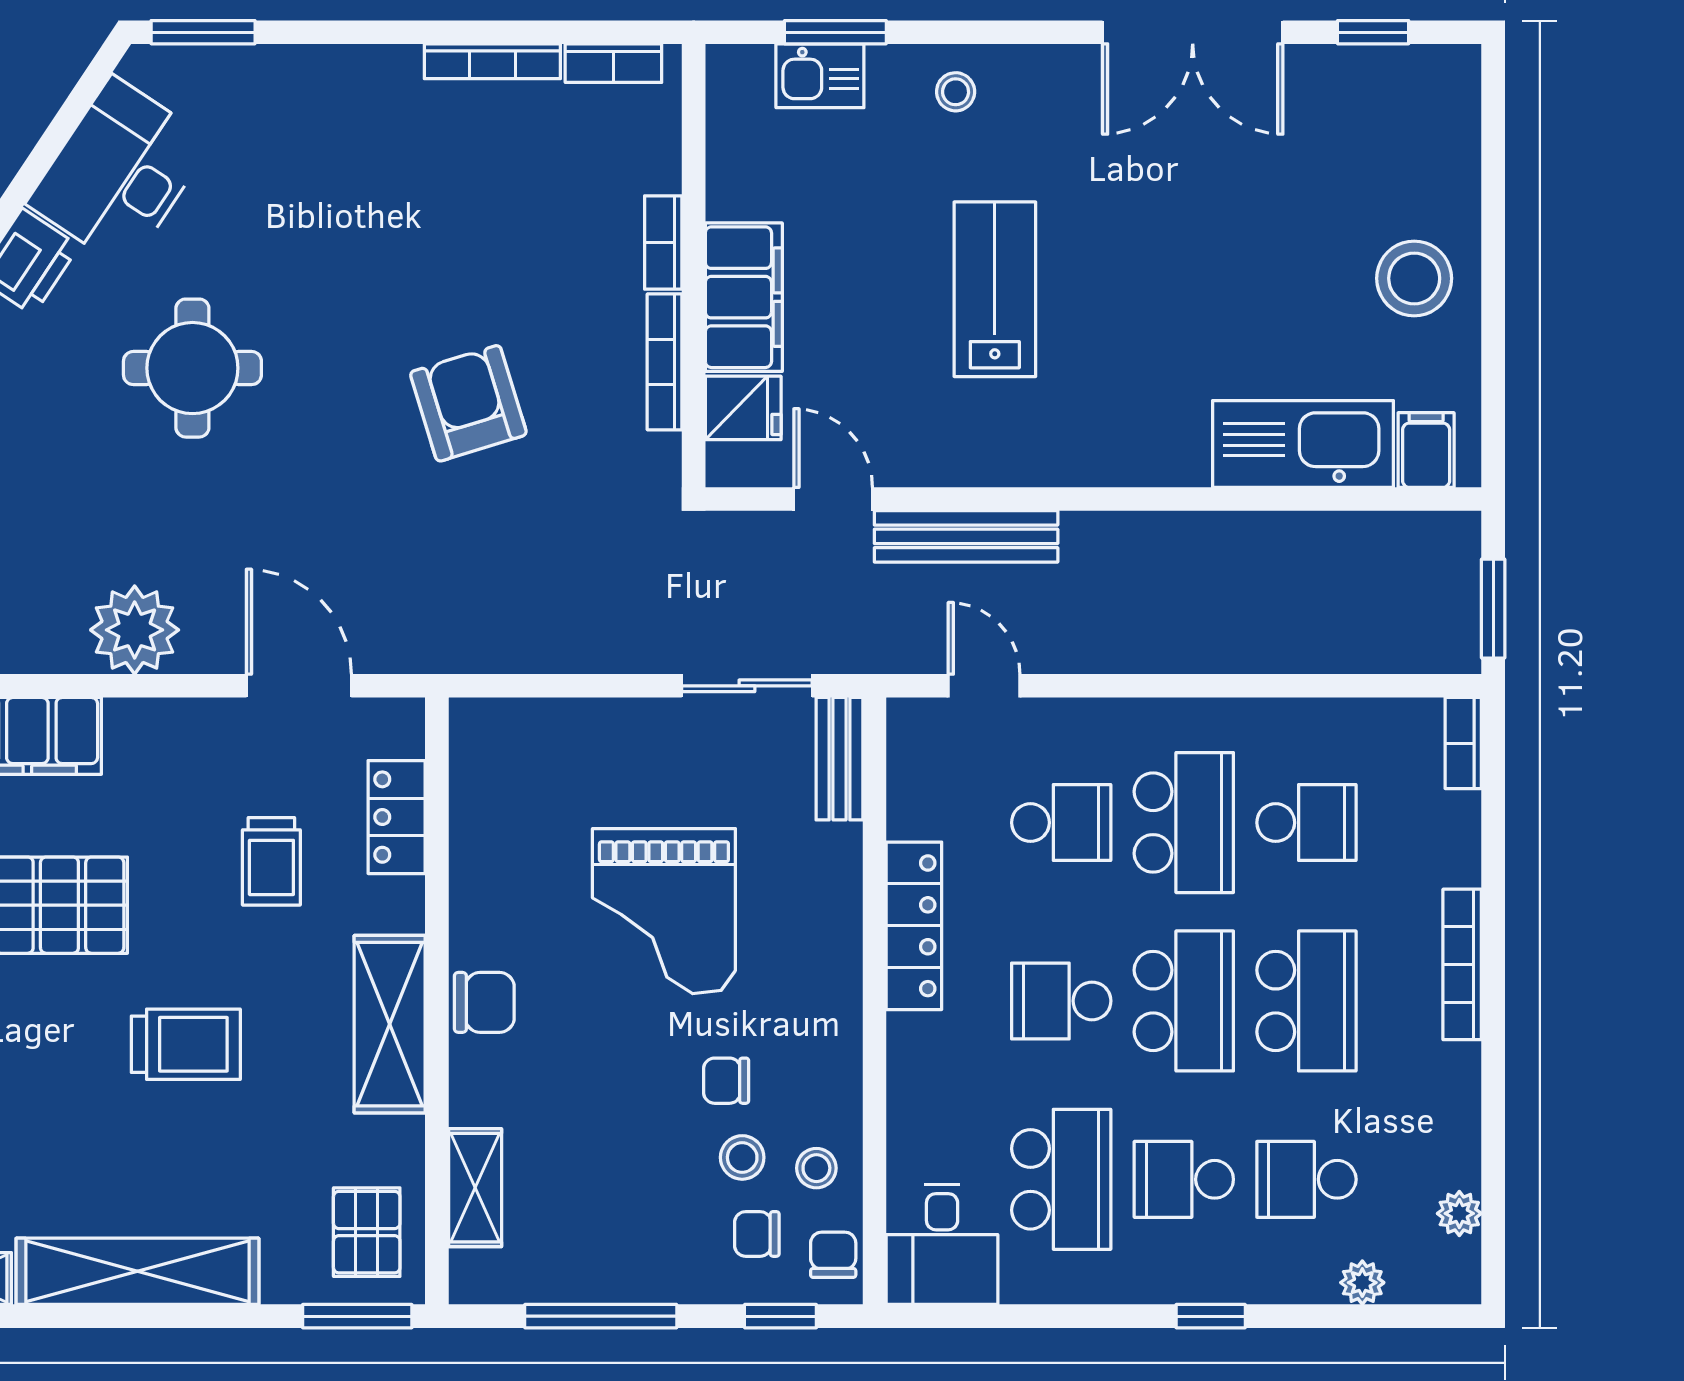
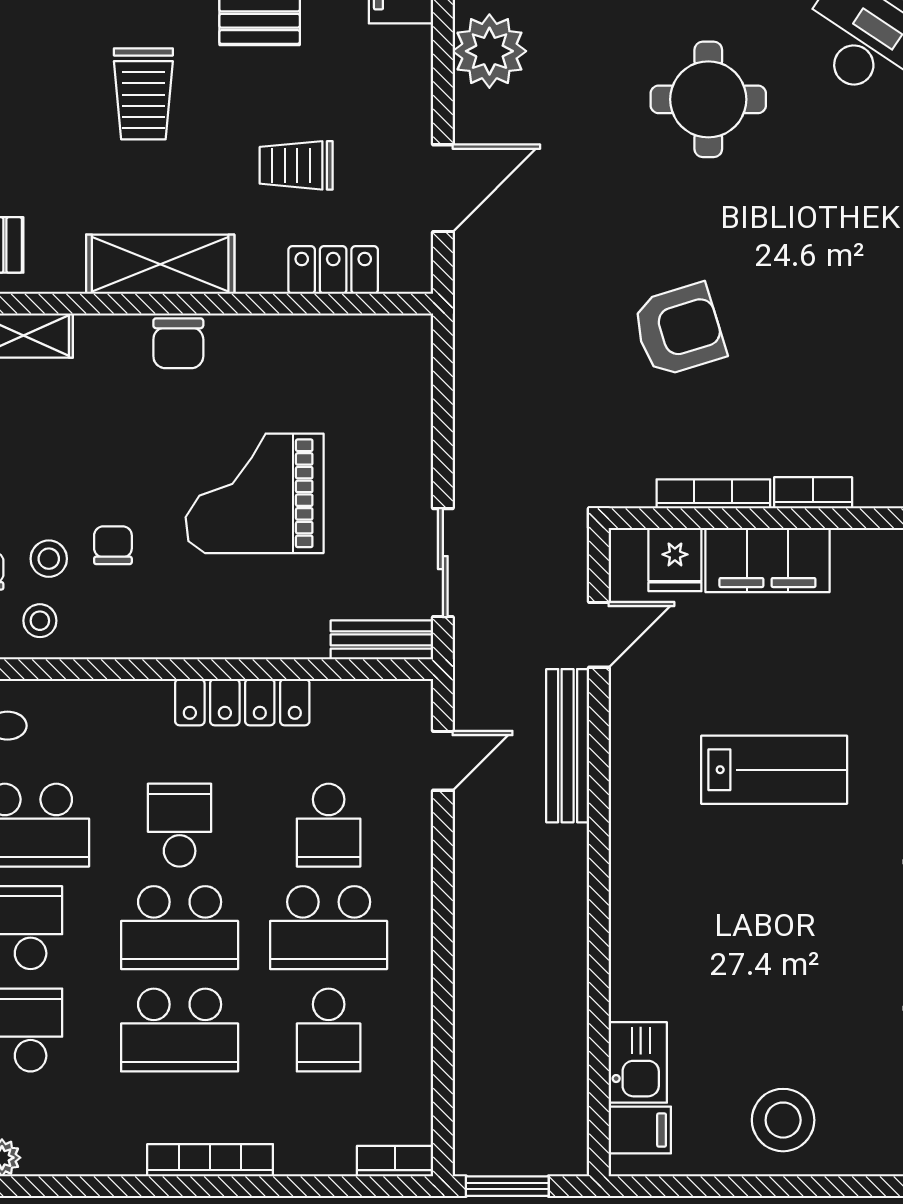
kitchen sink: (1303, 444) -> (638, 1062), width x0.53, depth x0.81

